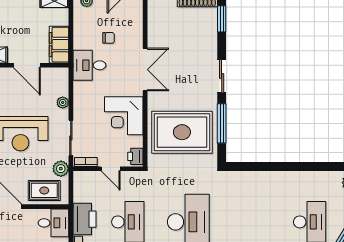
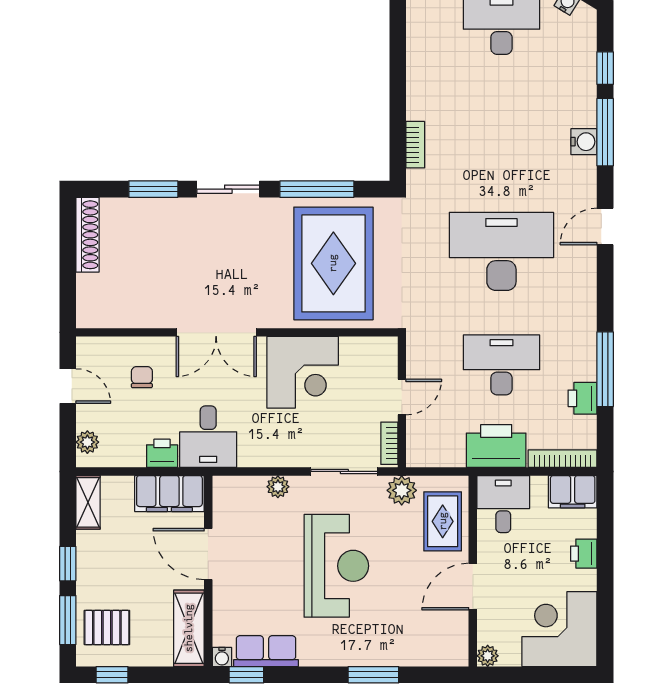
window: (222, 19) -> (153, 189), moved
chair: (109, 38) -> (142, 377), moved
door: (27, 65) -> (208, 554), swing flipped
double door: (145, 70) -> (216, 332), swing flipped
printer: (135, 156) -> (162, 453), moved, turned 180
bookcase: (245, 176) -> (415, 145), added

